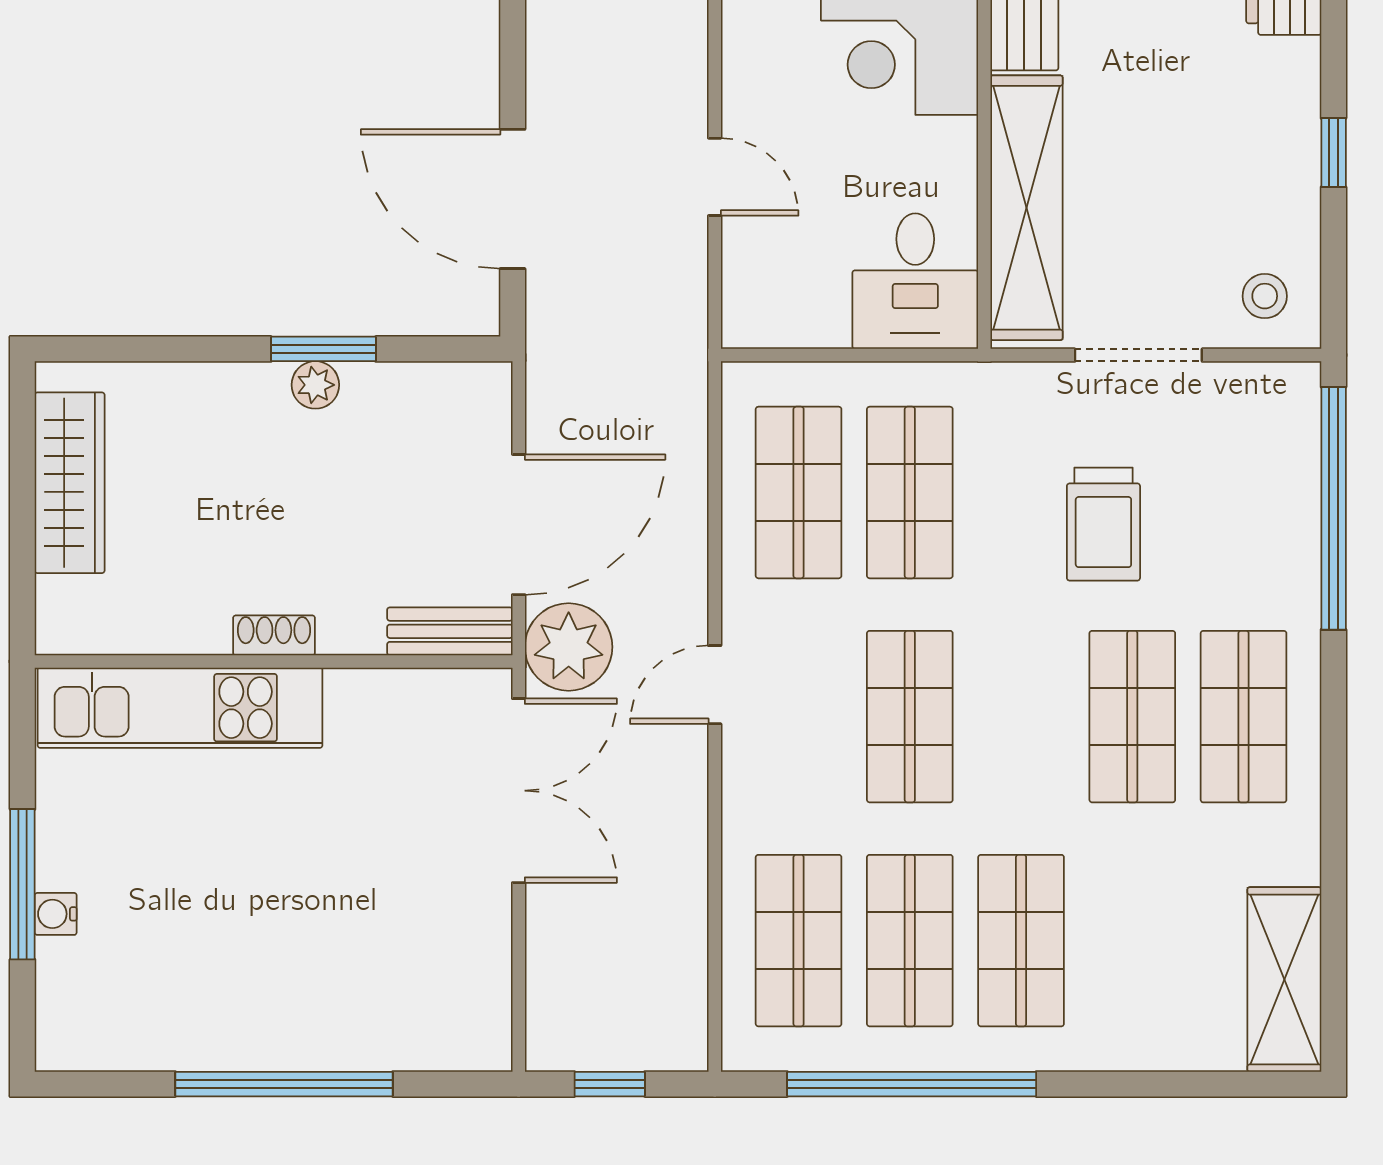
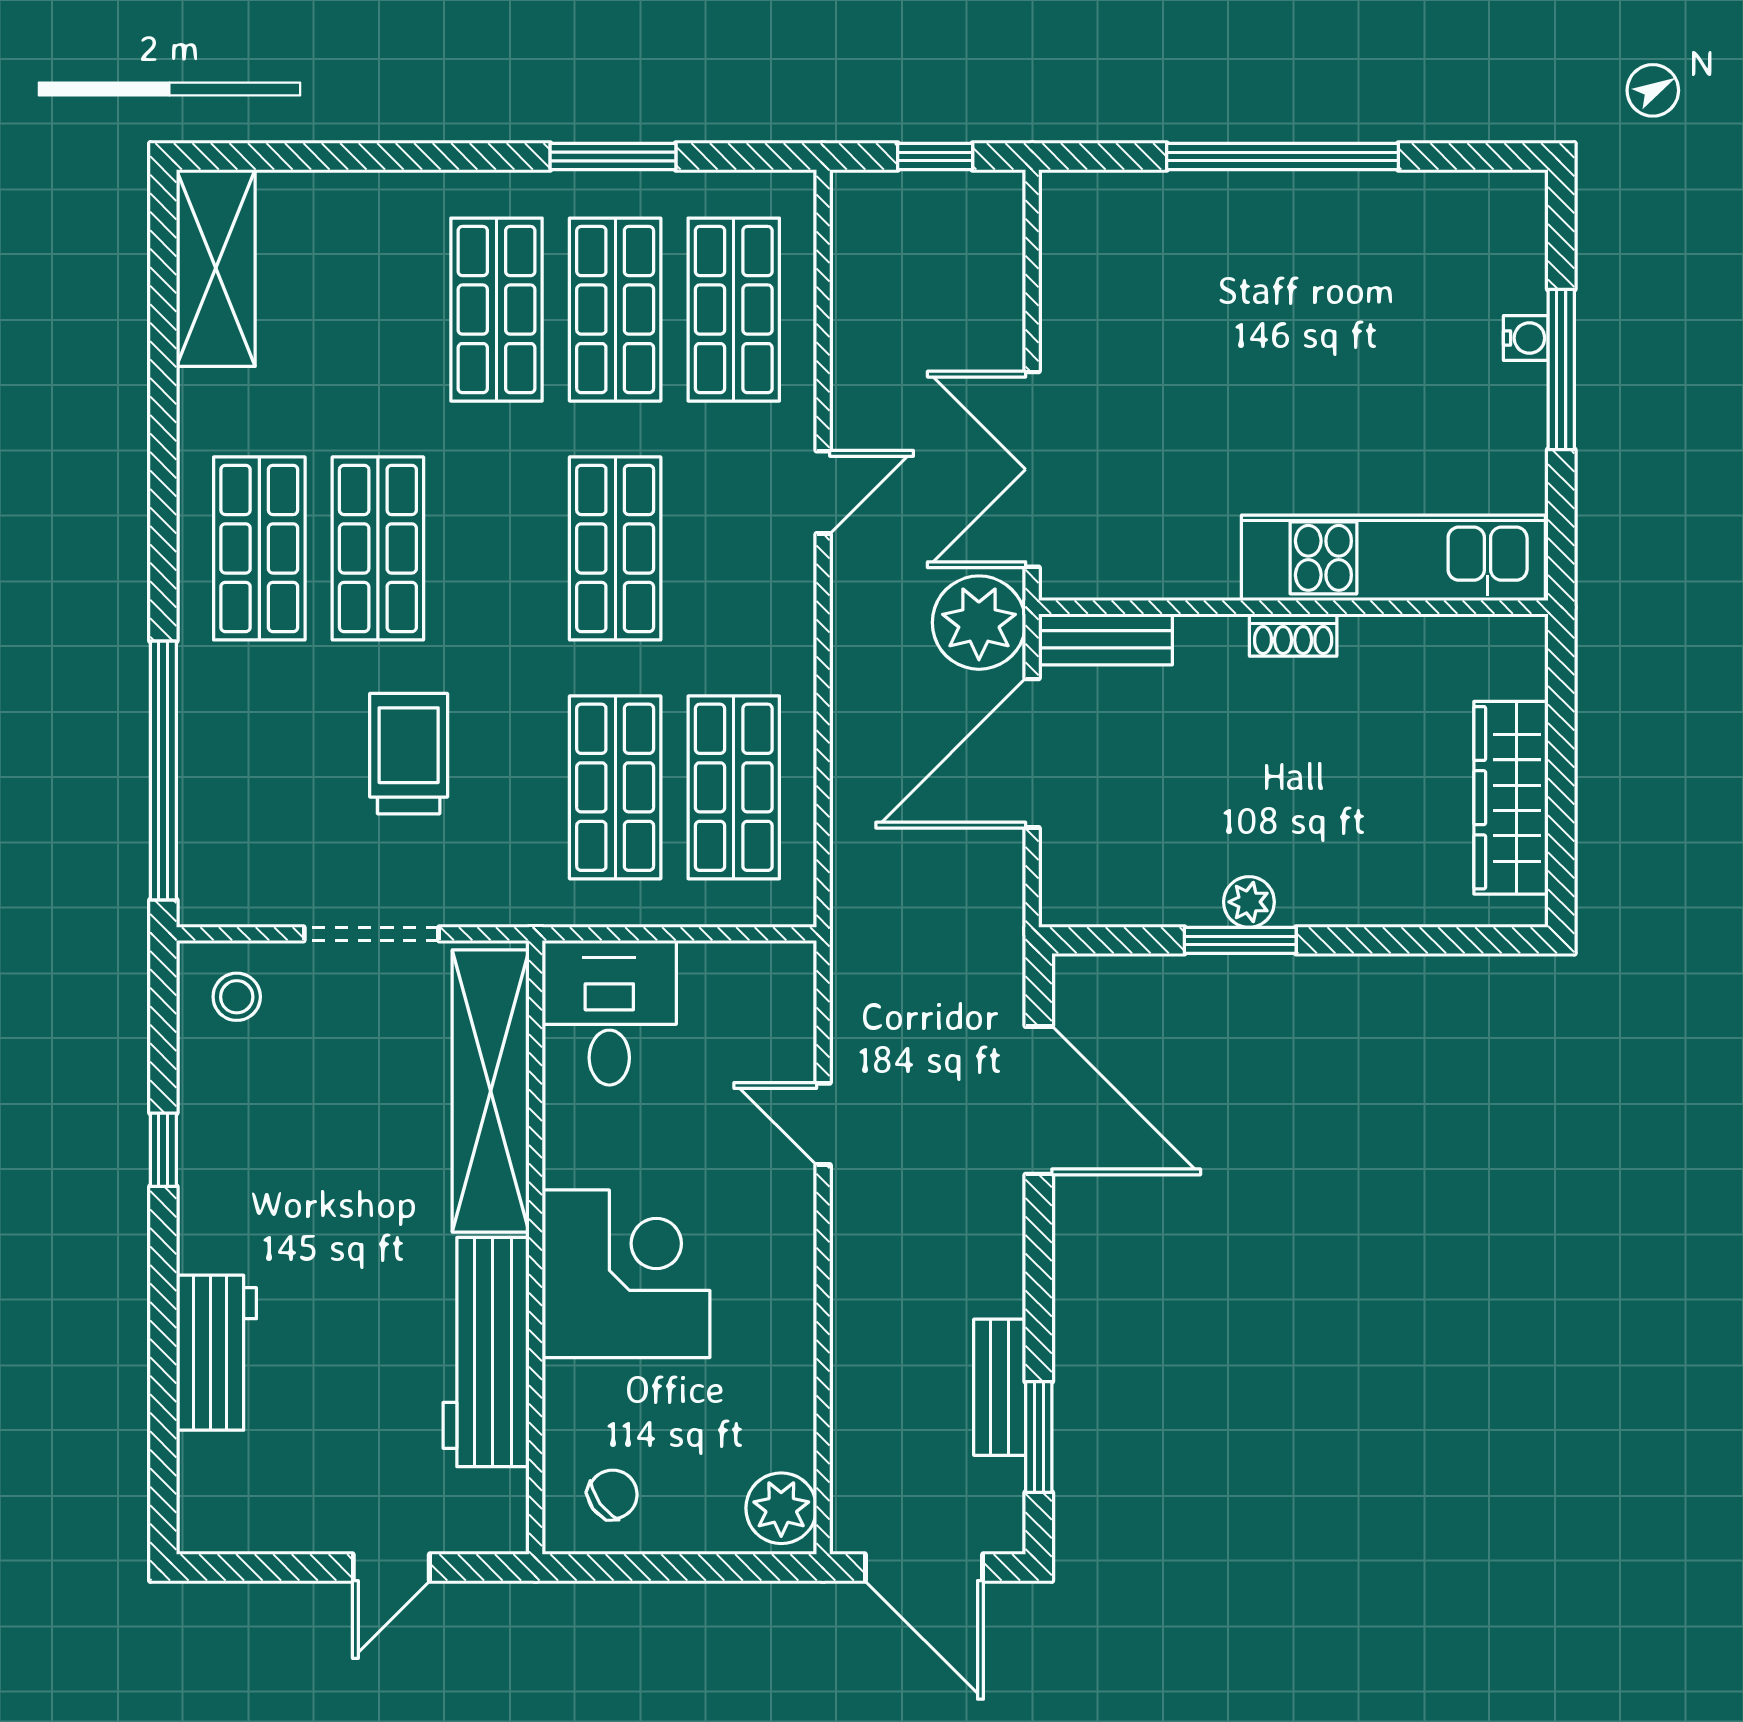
door: (715, 685) -> (823, 492), moved
window: (912, 1084) -> (613, 156), width x0.47

